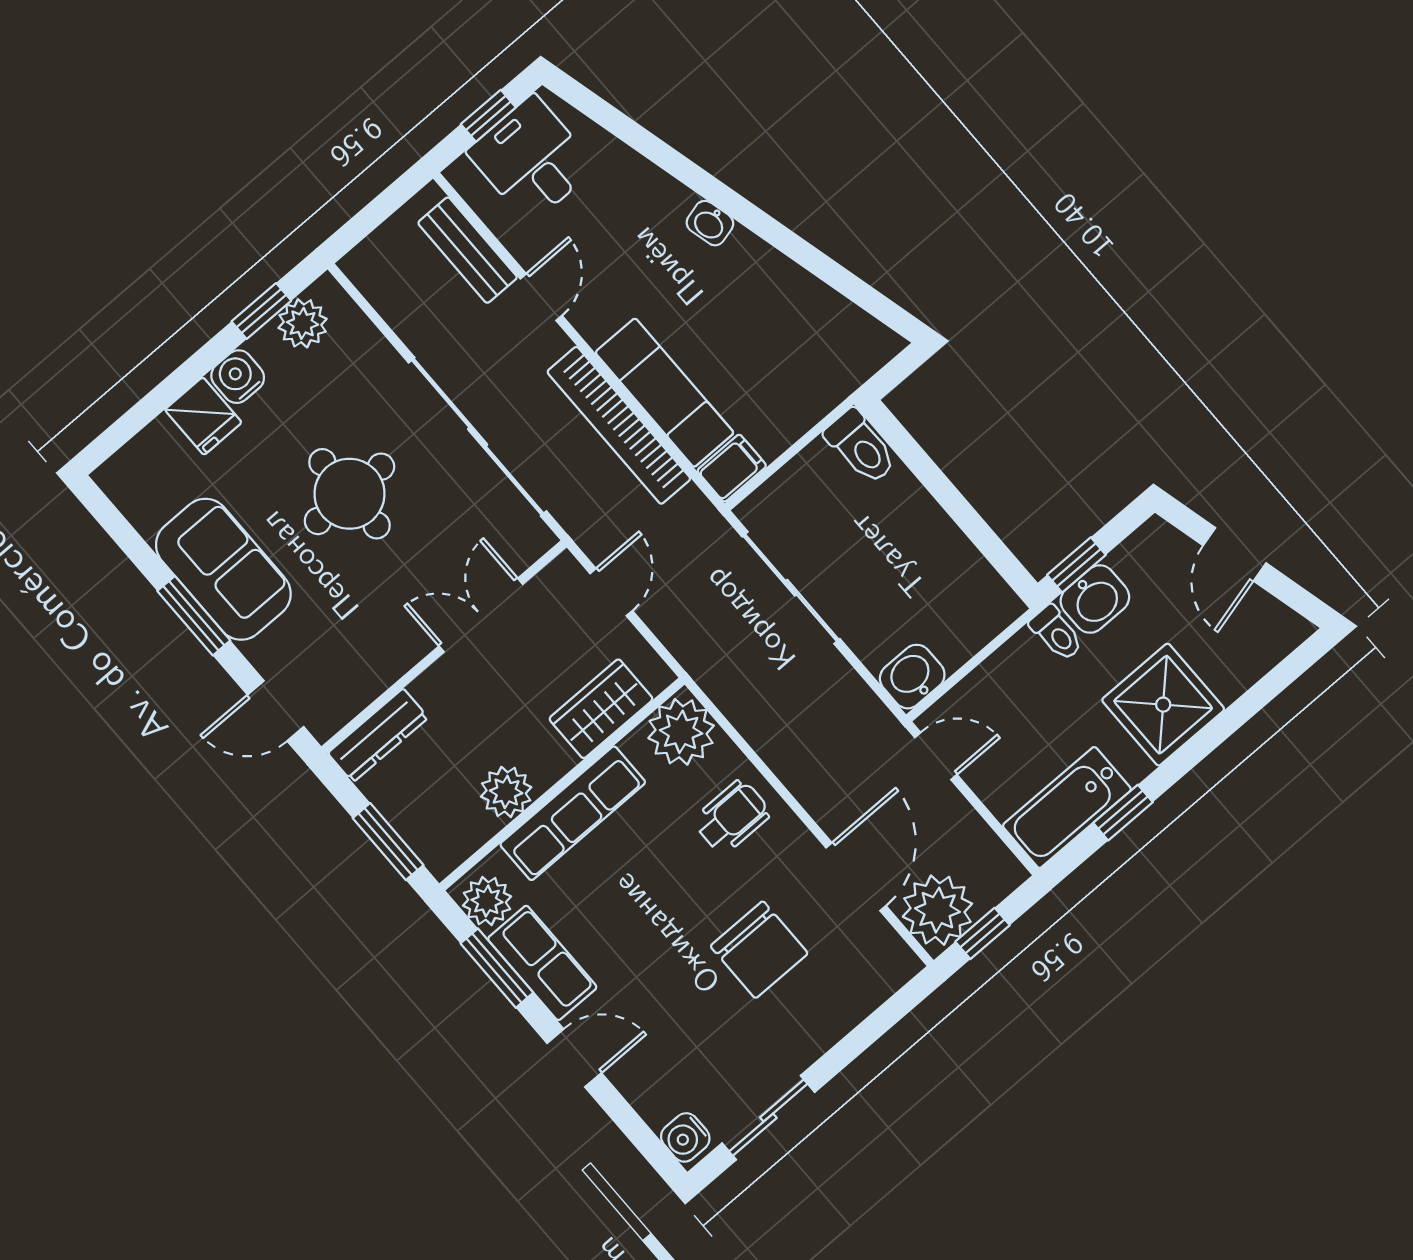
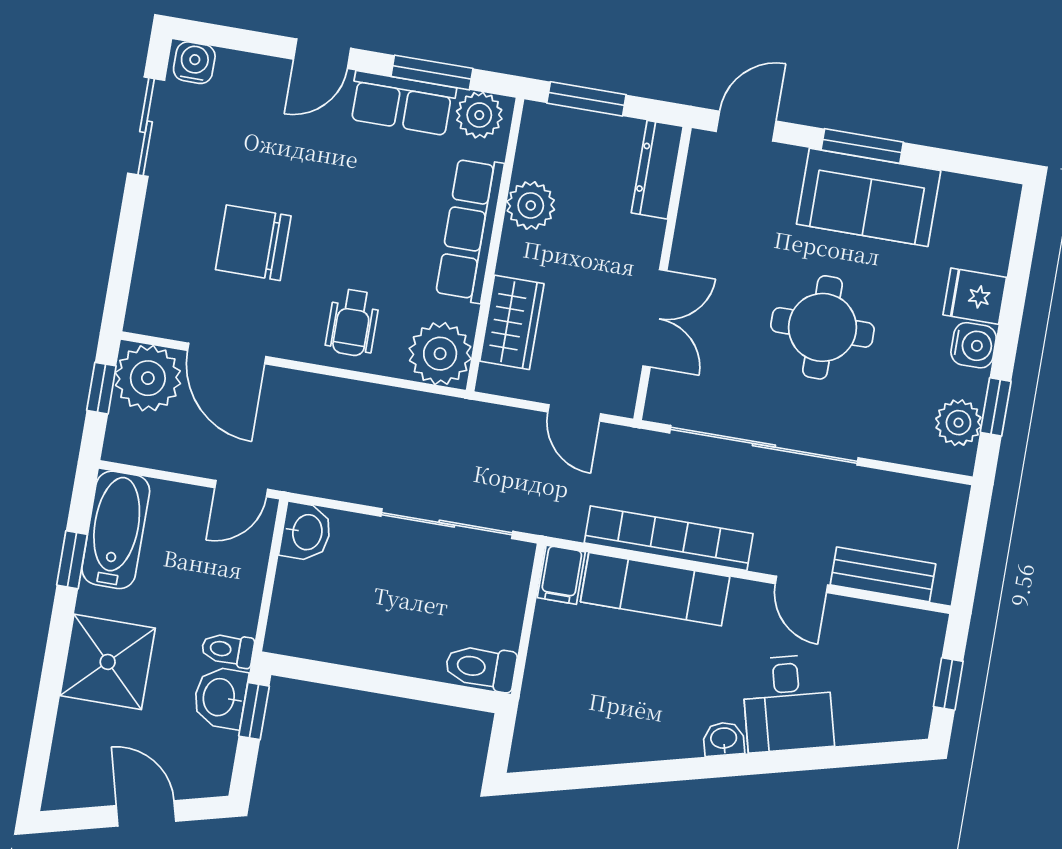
desk: (532, 159) -> (788, 703), moved, turned 76

